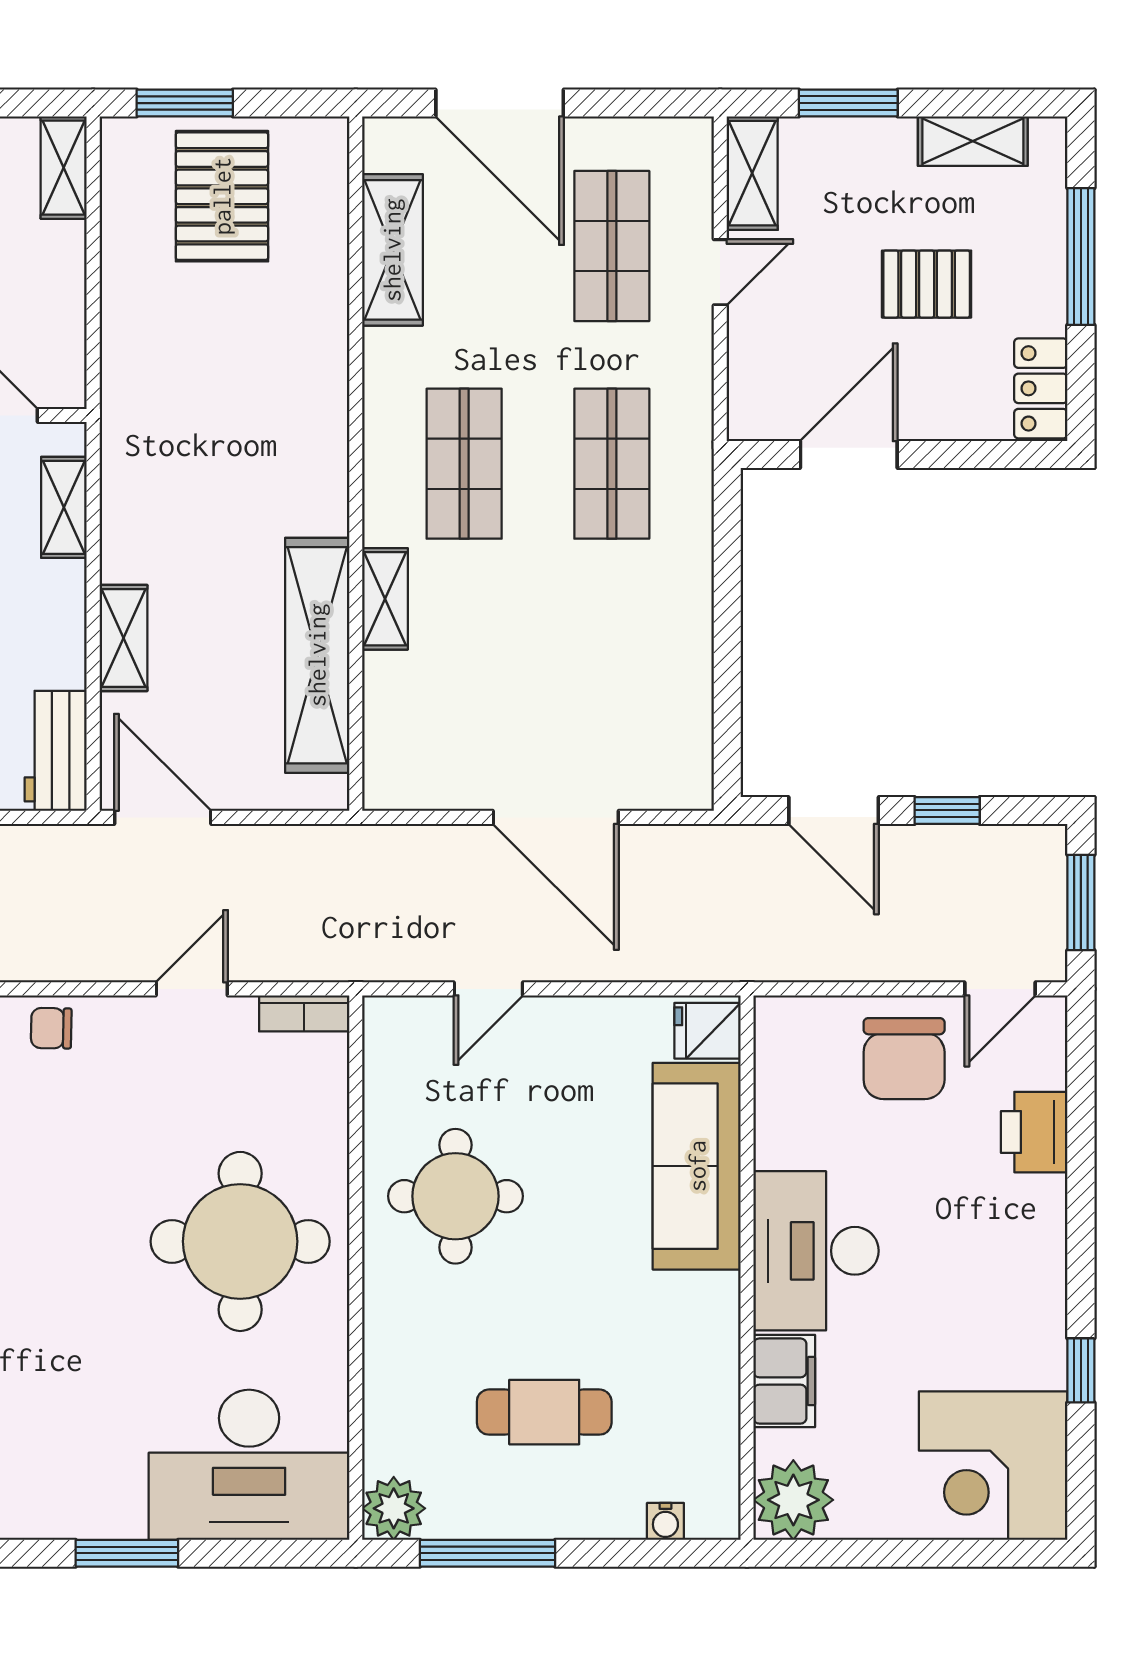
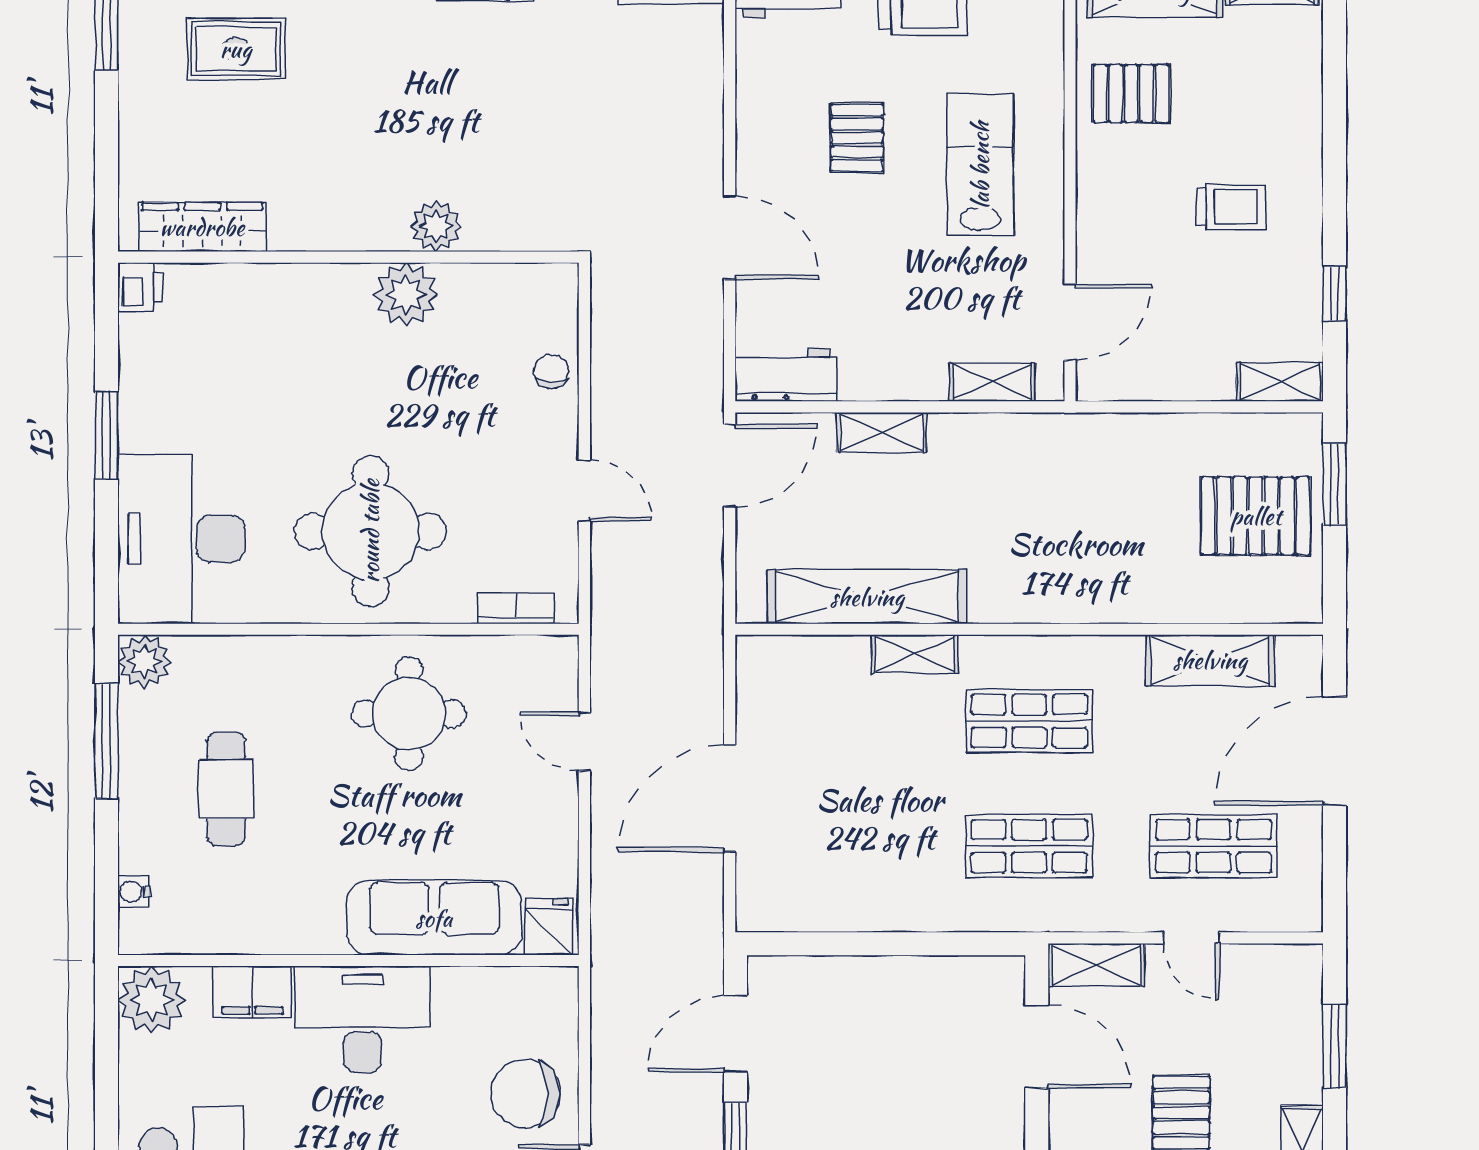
shelving: (752, 173) -> (1096, 965), moved
bookcase: (304, 1013) -> (516, 609), moved, turned 90

